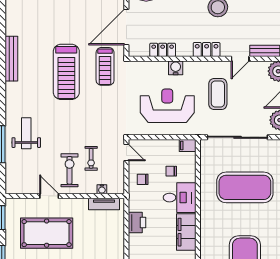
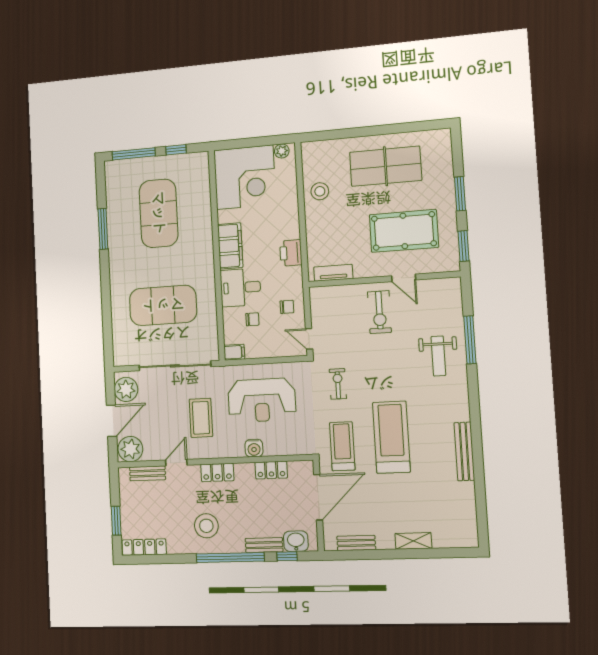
exercise bike: (91, 158) -> (338, 384), moved
water cooler: (102, 189) -> (337, 291), removed

